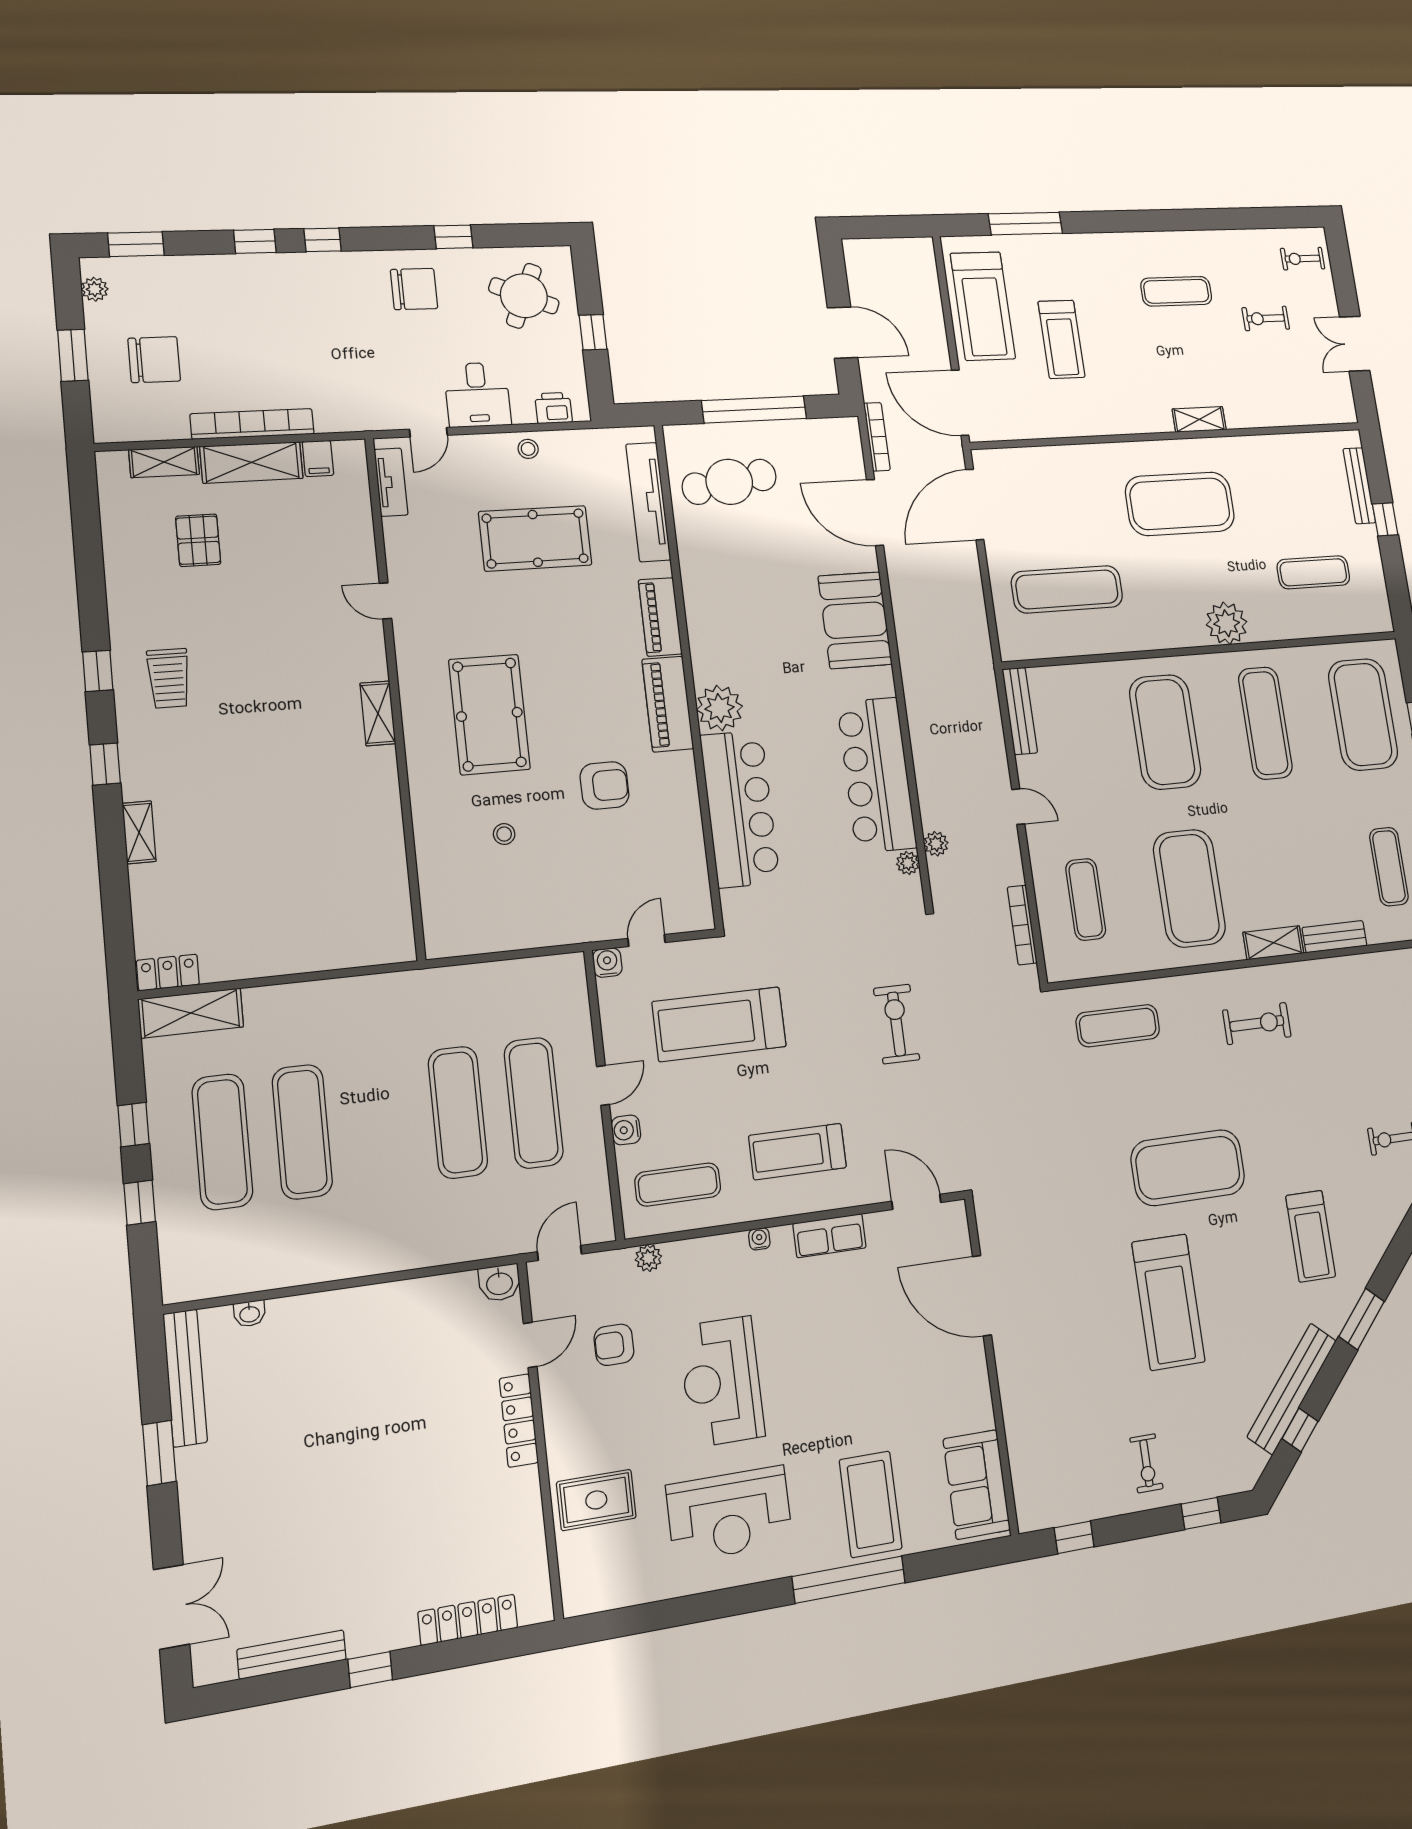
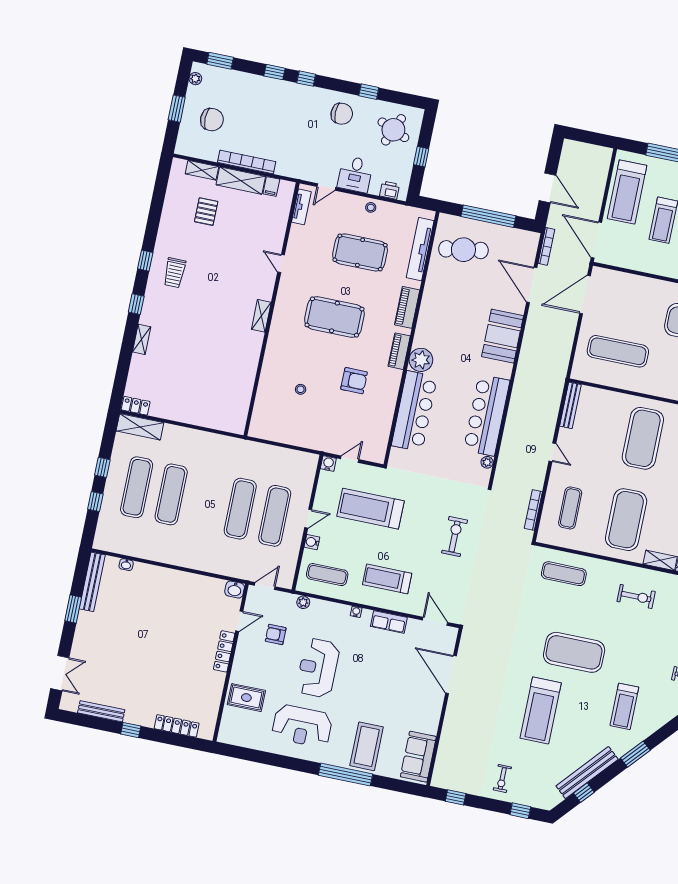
piano: (668, 704) -> (399, 351), width x0.73, depth x0.75
pool table: (489, 714) -> (334, 317), moved, turned 90
plant: (936, 844) -> (504, 457), removed

